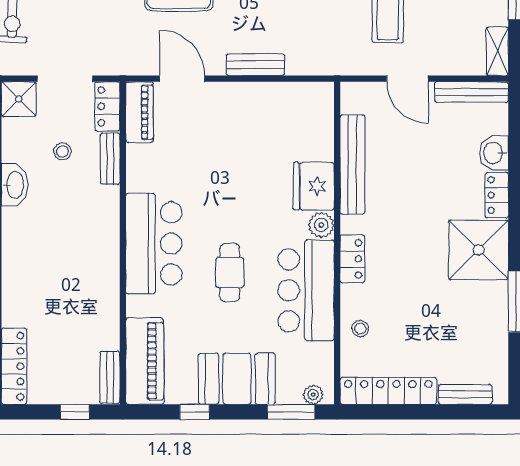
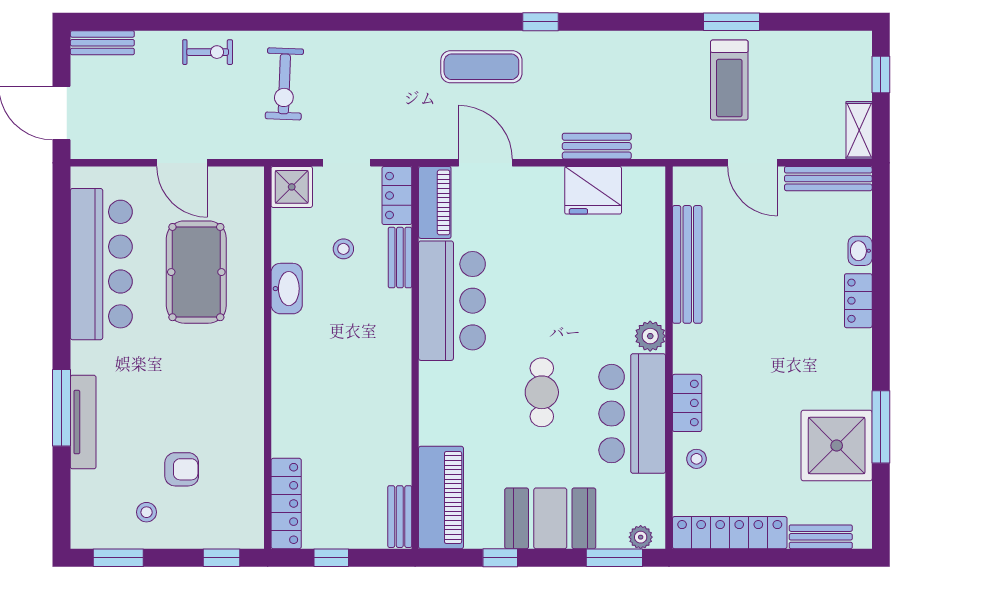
bench: (255, 65) -> (597, 146), moved
doorway: (65, 79) -> (347, 163), width x0.73
washbasin: (494, 153) -> (860, 251), width x0.72, depth x0.69
fridge: (314, 186) -> (593, 190), moved, turned -90
bar counter: (154, 243) -> (452, 301), moved
shower: (479, 250) -> (837, 446), moved
locker: (352, 259) -> (687, 403), moved
window: (75, 412) -> (331, 558), moved

